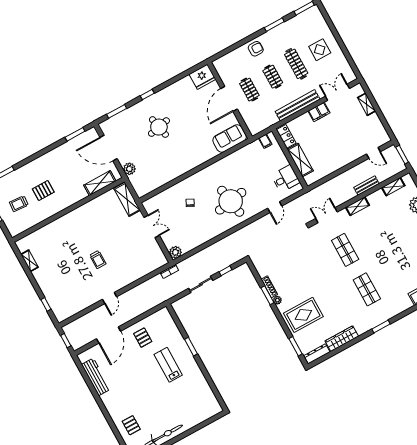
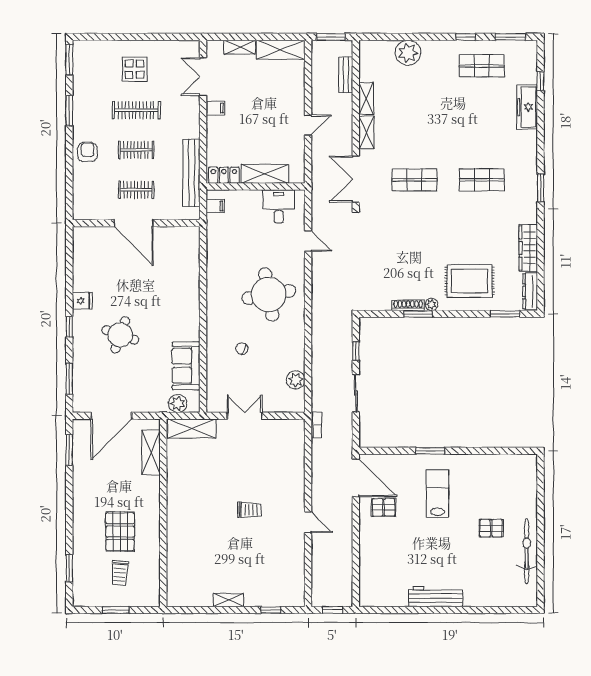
fridge: (202, 77) -> (82, 301), moved, width x0.53, depth x0.75
bench: (298, 105) -> (191, 173), moved
filing cabinet: (319, 112) -> (215, 108), width x0.50
round table: (159, 127) -> (120, 335), turned 31
shelving: (378, 129) -> (281, 50), added
sofa: (230, 139) -> (186, 366), moved
door: (373, 153) -> (308, 125), moved
plant: (129, 169) -> (178, 403), moved
bench: (366, 186) -> (346, 75), moved
shelving: (393, 187) -> (366, 98), moved
pallet: (43, 191) -> (120, 532), width x1.50, depth x1.42
double door: (327, 215) -> (356, 179), width x1.37
plant: (175, 252) -> (296, 380), moved
shelving: (30, 261) -> (228, 600), moved
rug: (303, 315) -> (470, 281), turned 90
door: (109, 335) -> (356, 478), moved
lab bench: (168, 365) -> (437, 494), turned 90
workbench: (96, 377) -> (436, 597), moved
pallet: (131, 425) -> (491, 528), moved

